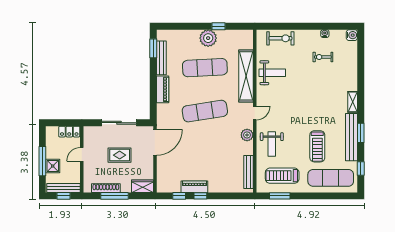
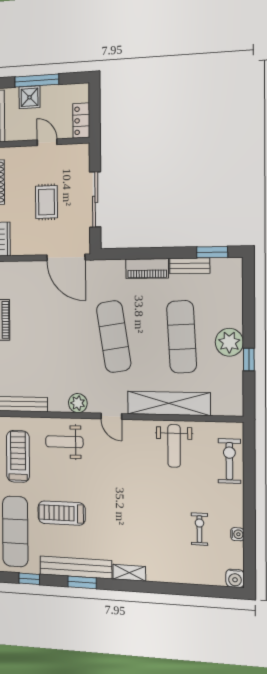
exercise bike: (280, 38) -> (229, 461), turned 180
bench: (161, 58) -> (190, 266), width x0.73

